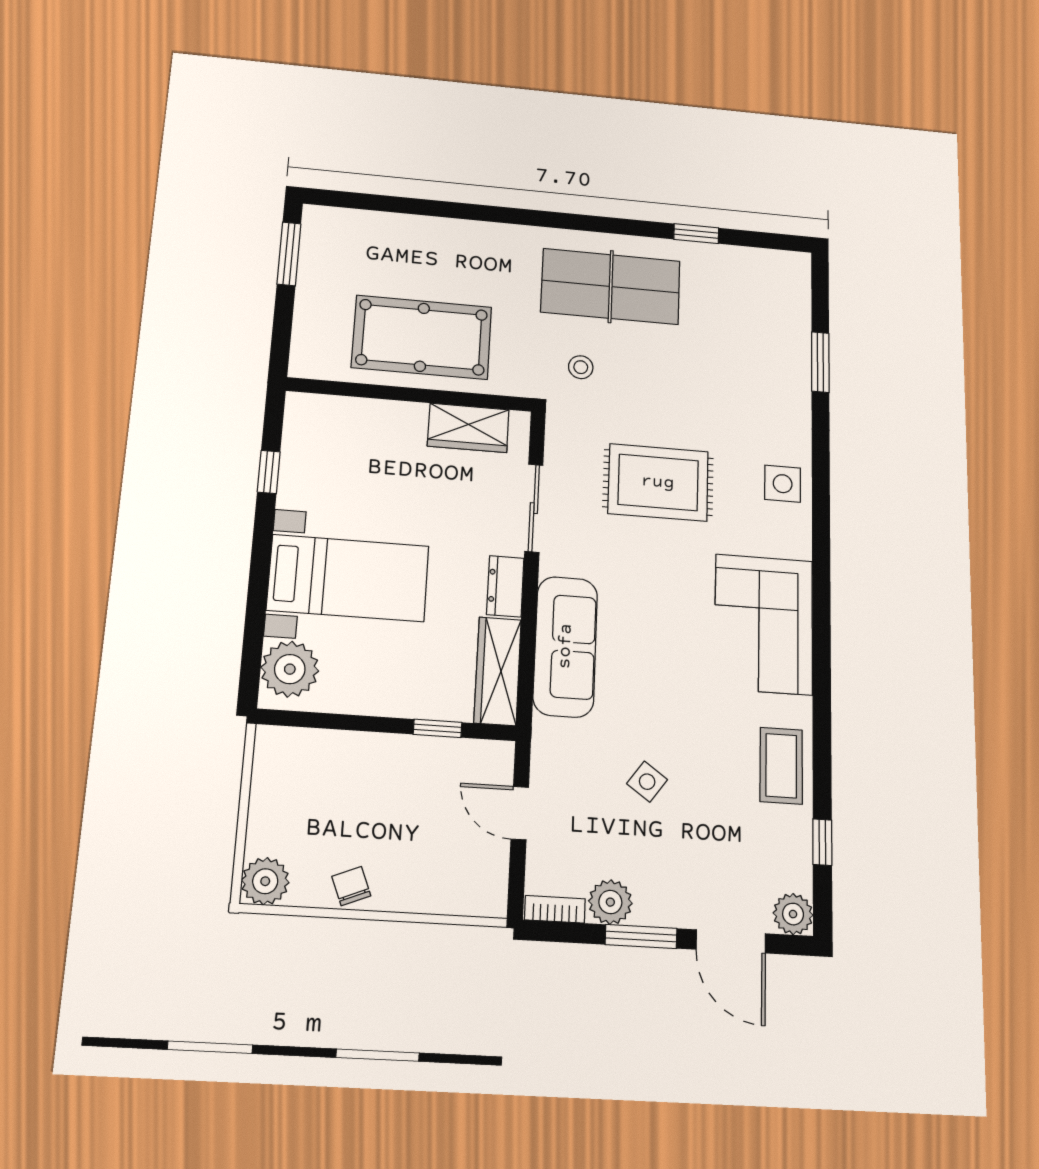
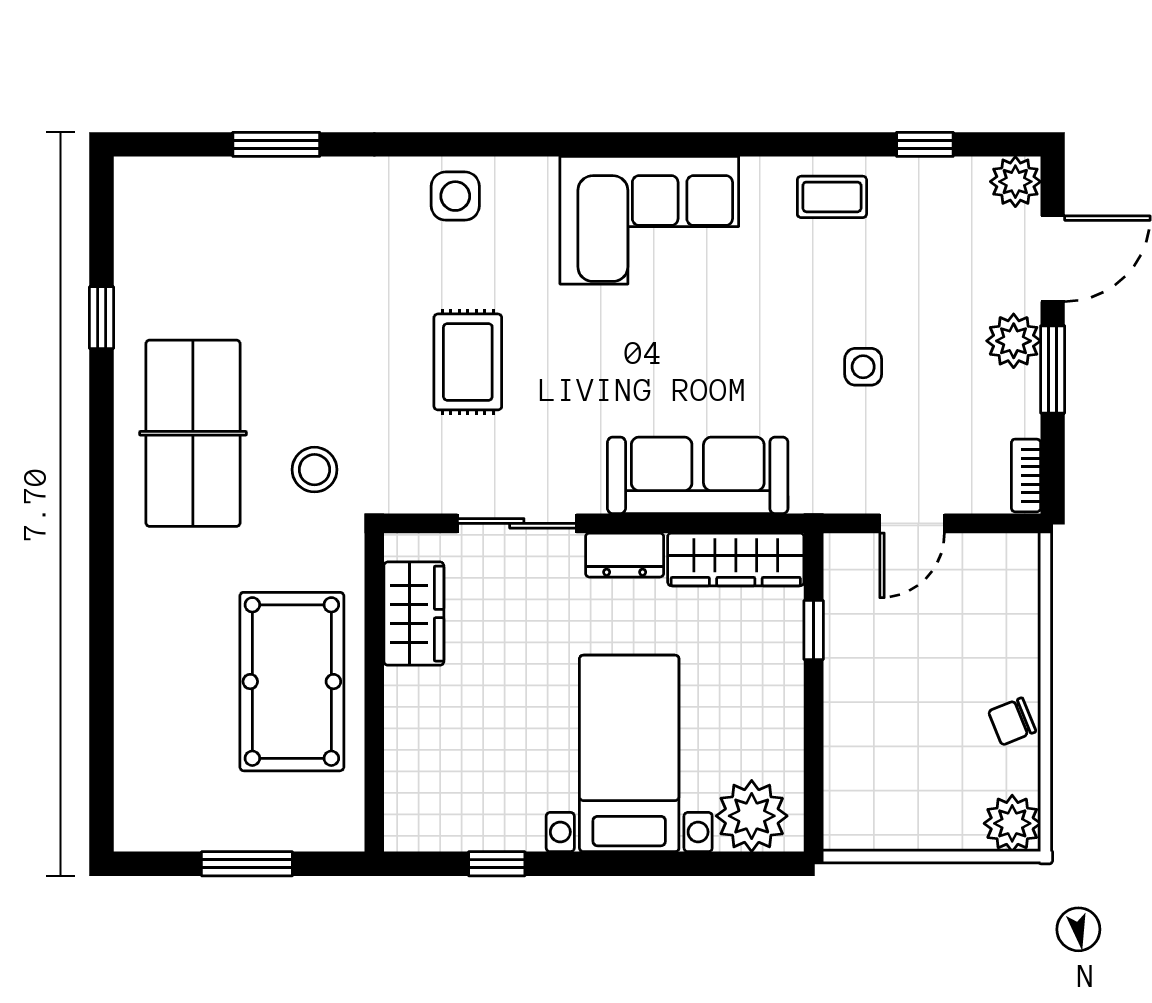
window: (289, 254) -> (247, 864), moved
stool: (581, 367) -> (314, 470), width x1.37, depth x1.37
rug: (658, 482) -> (468, 362), width x0.73, depth x0.70
coffee table: (781, 766) -> (832, 197), width x0.73, depth x0.77
side table: (647, 782) -> (863, 367), turned -36
plant: (610, 902) -> (1014, 341), moved

